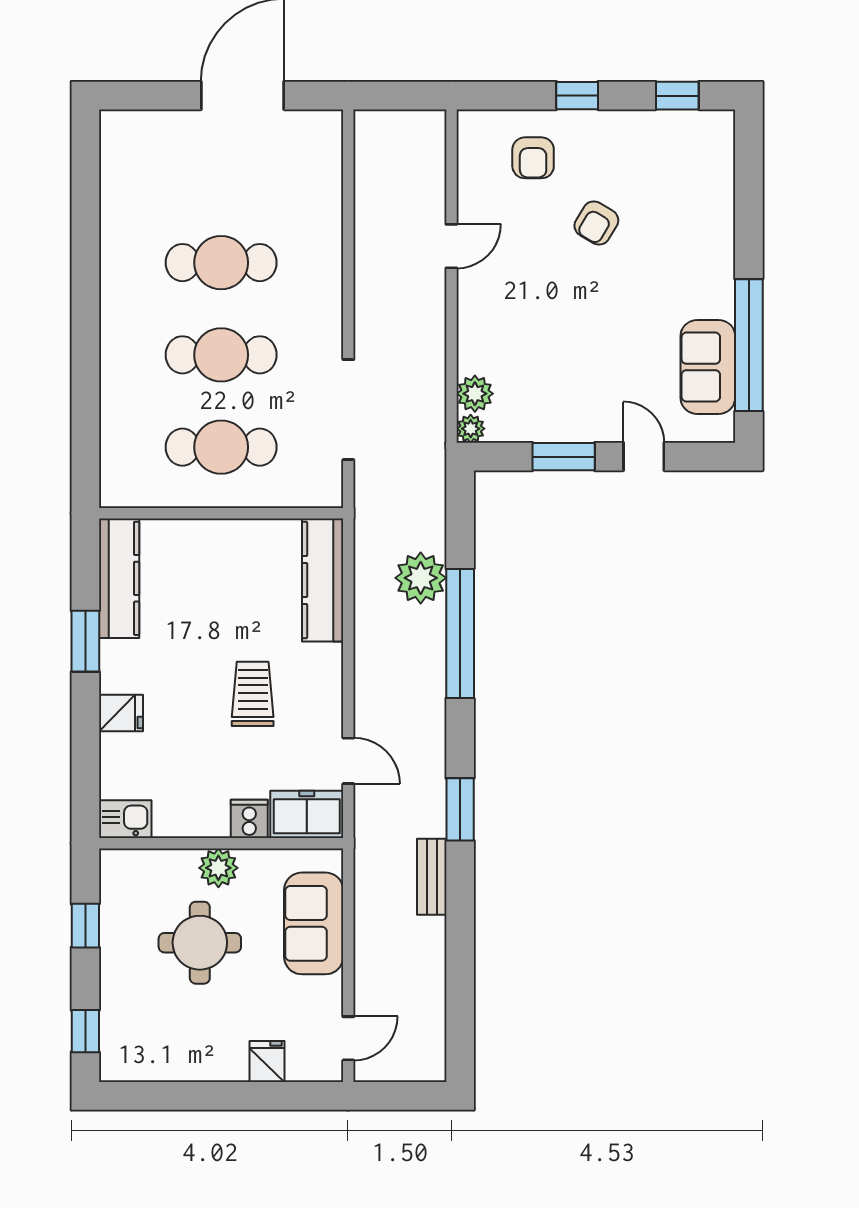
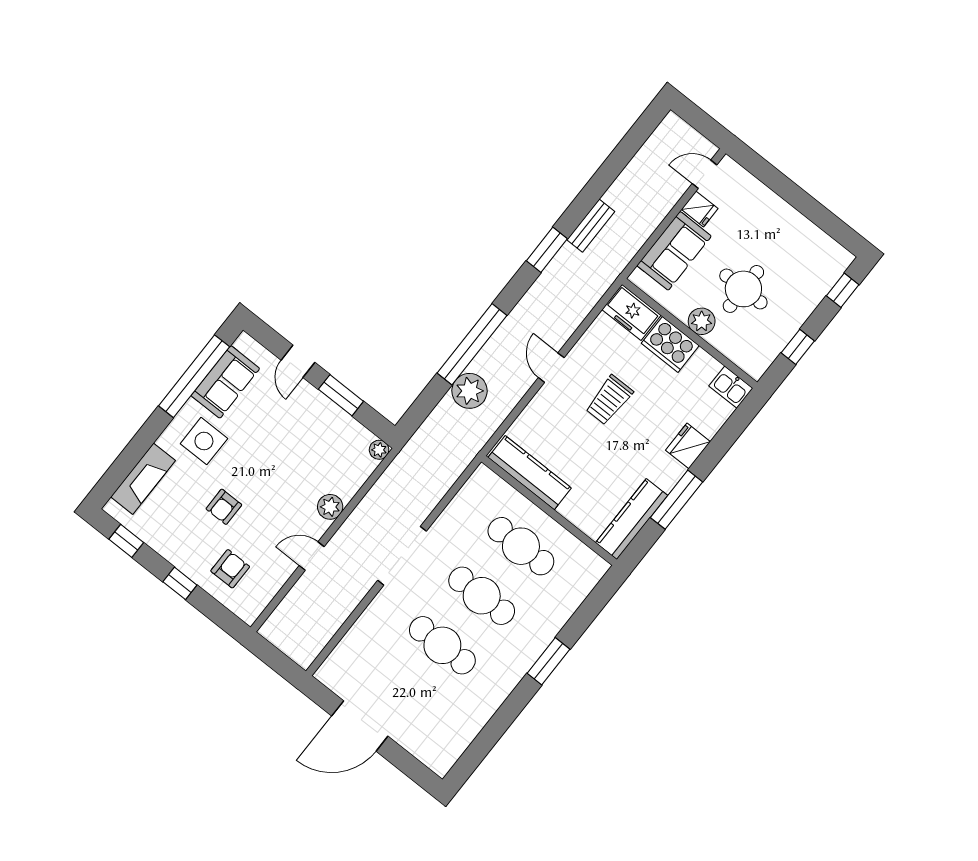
fireplace: (714, 182) -> (143, 479), added
armchair: (596, 223) -> (224, 507), turned 149
side table: (679, 280) -> (204, 441), added
window: (85, 341) -> (549, 661), added
plant: (475, 394) -> (330, 507), moved
doorway: (348, 410) -> (402, 556), moved
kitchen counter: (323, 580) -> (530, 473), moved, turned -90
window: (85, 641) -> (677, 500), width x1.44
fridge: (121, 713) -> (688, 446), width x1.38
door: (348, 761) -> (551, 368), moved
cooker: (249, 819) -> (670, 344), width x1.87, depth x1.31
fridge: (267, 1062) -> (700, 209), moved, turned -90

